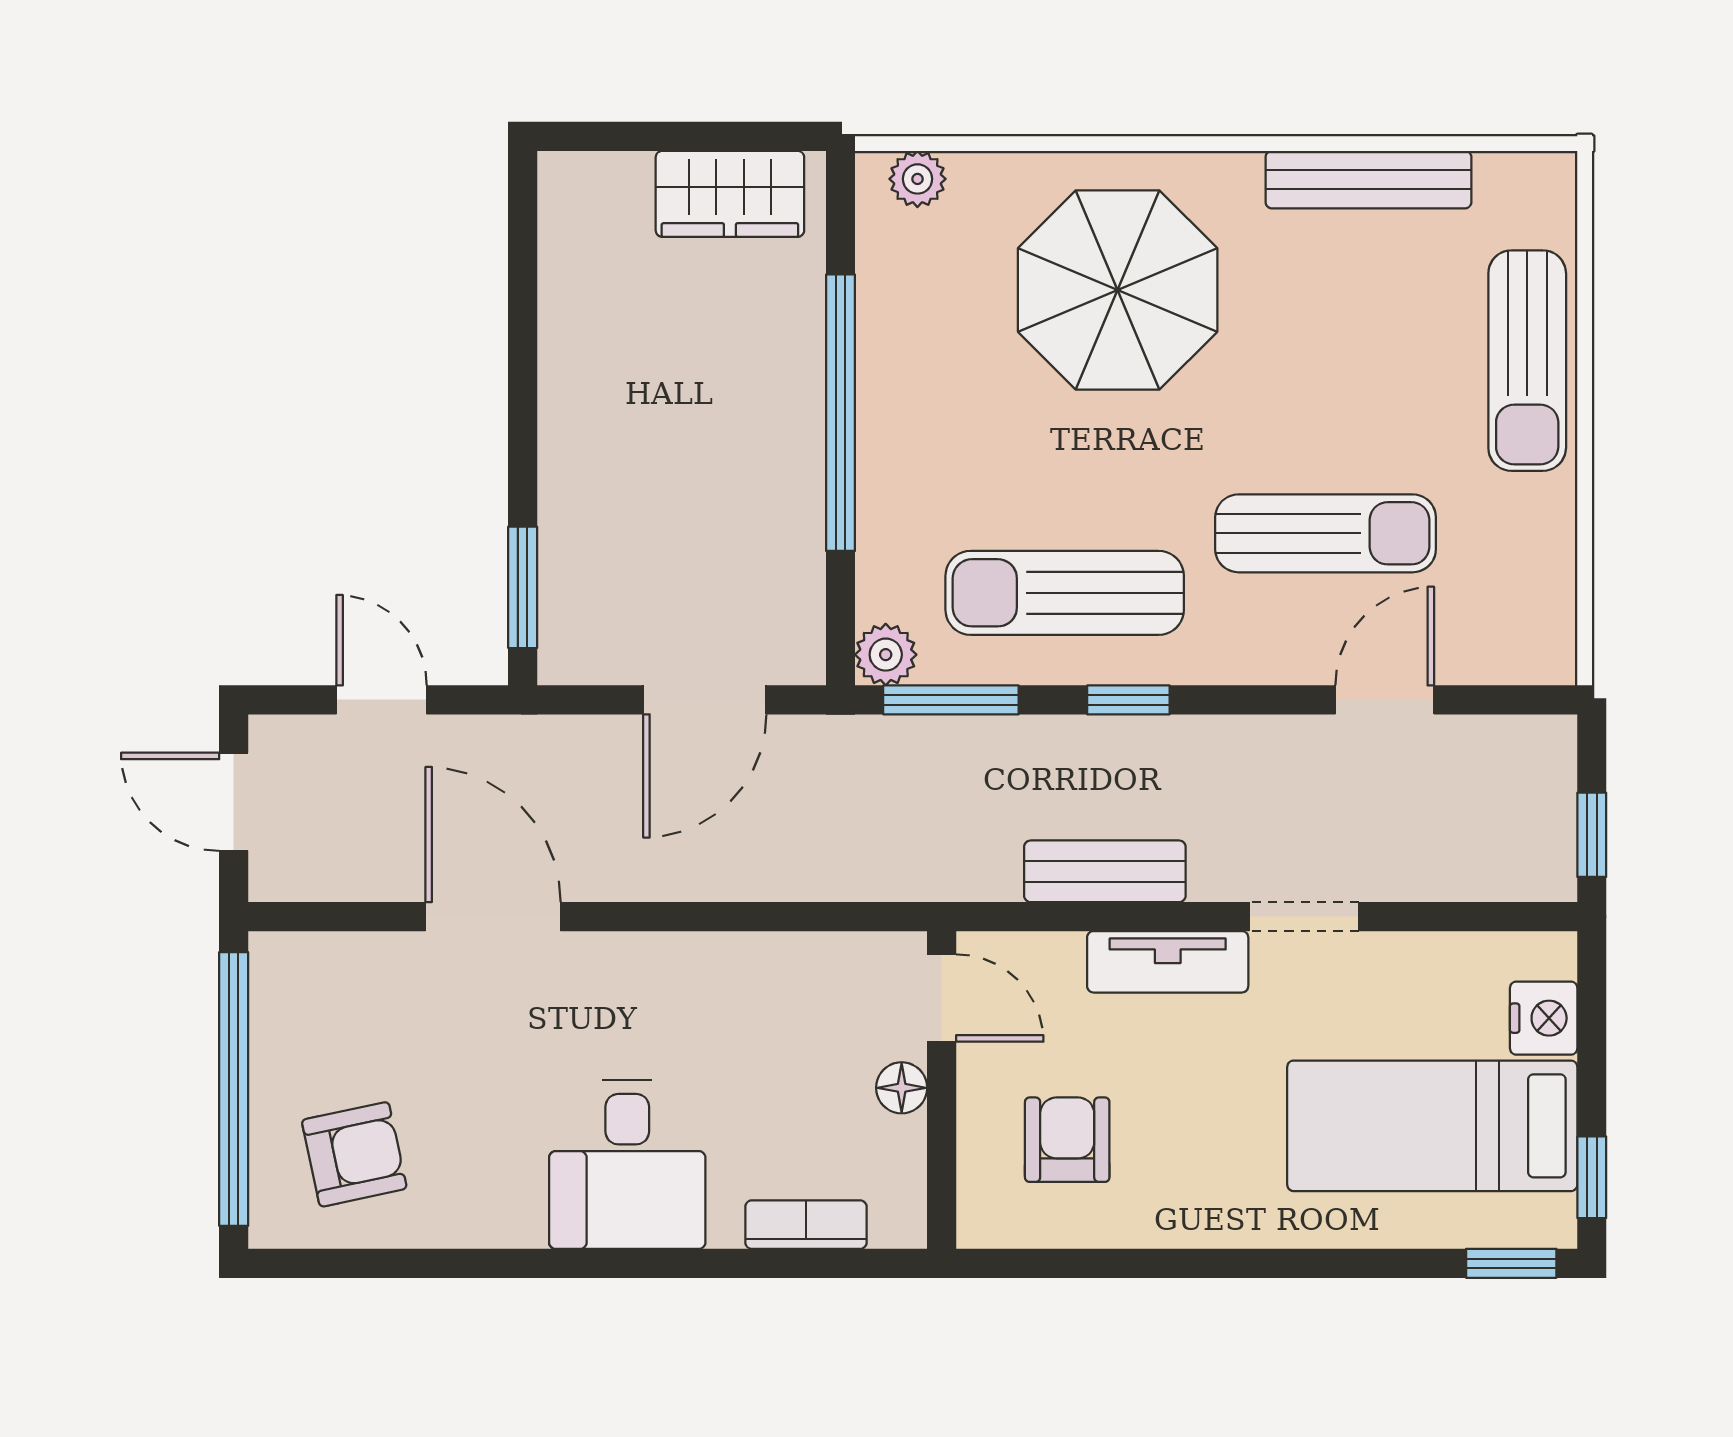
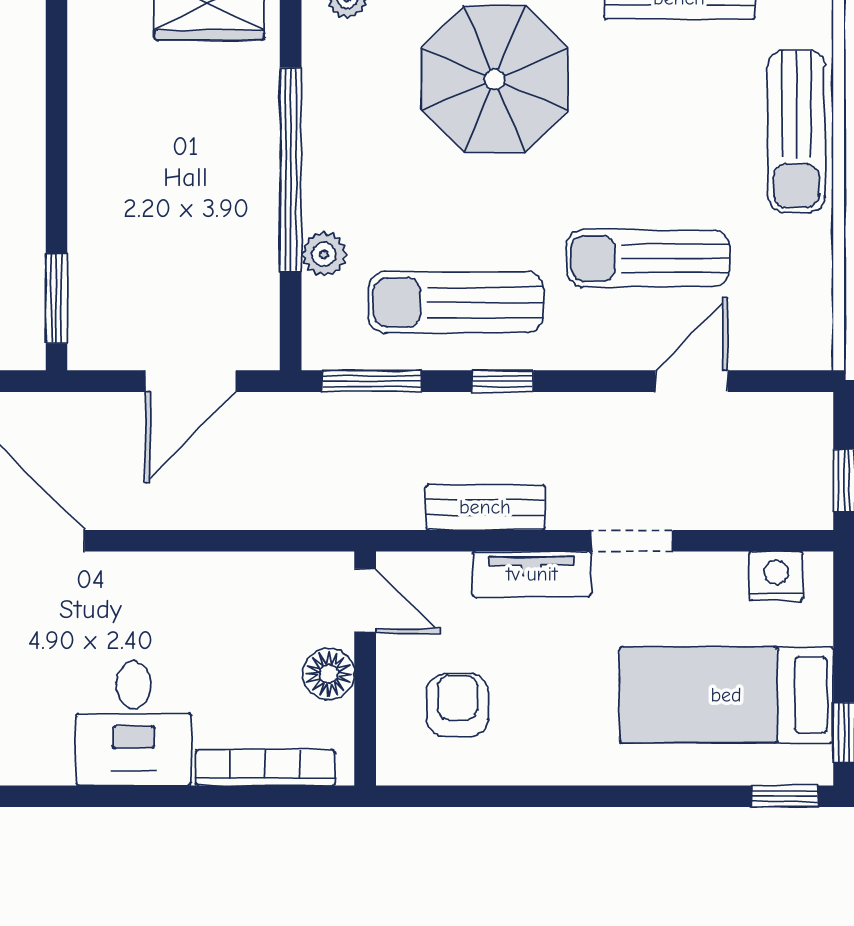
sun lounger: (1326, 533) -> (648, 258), turned 180
plant: (886, 655) -> (324, 254), moved
nightstand: (1544, 1018) -> (776, 576), moved, turned -90
floor lamp: (902, 1088) -> (329, 674), width x1.37, depth x1.37
bookcase: (806, 1225) -> (265, 768), width x1.56

